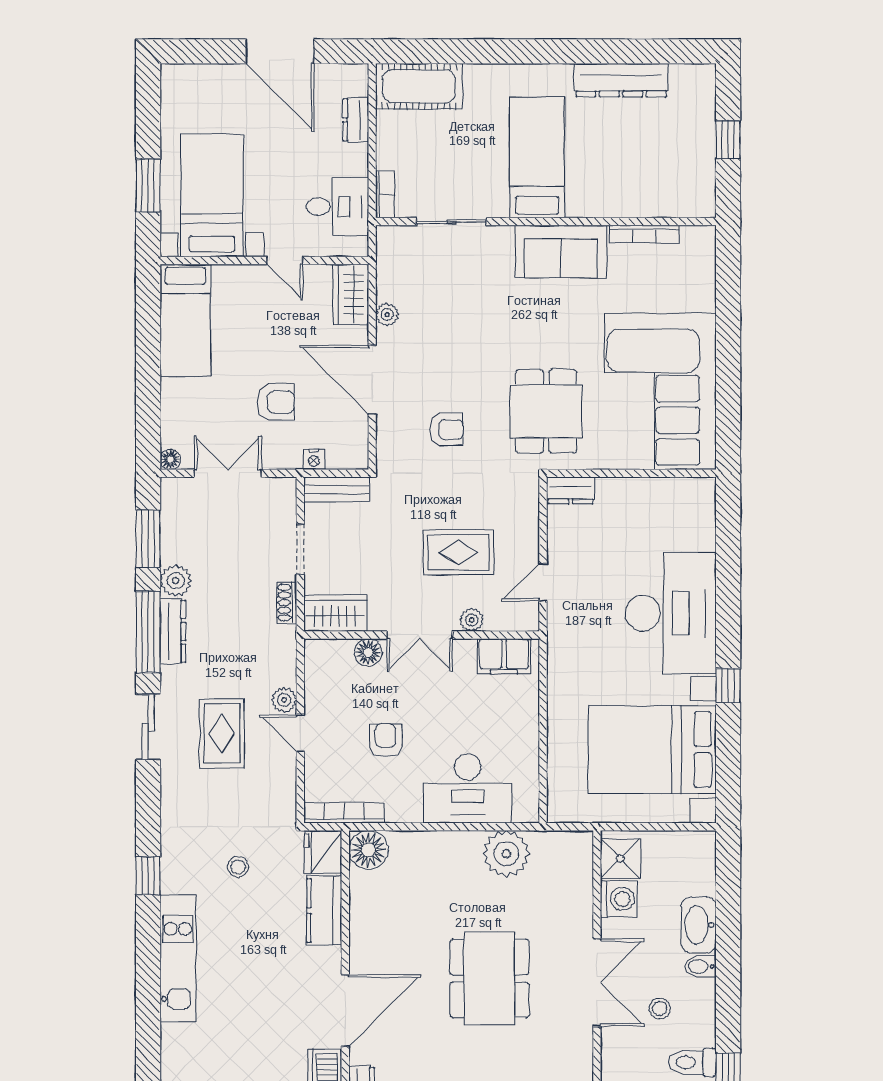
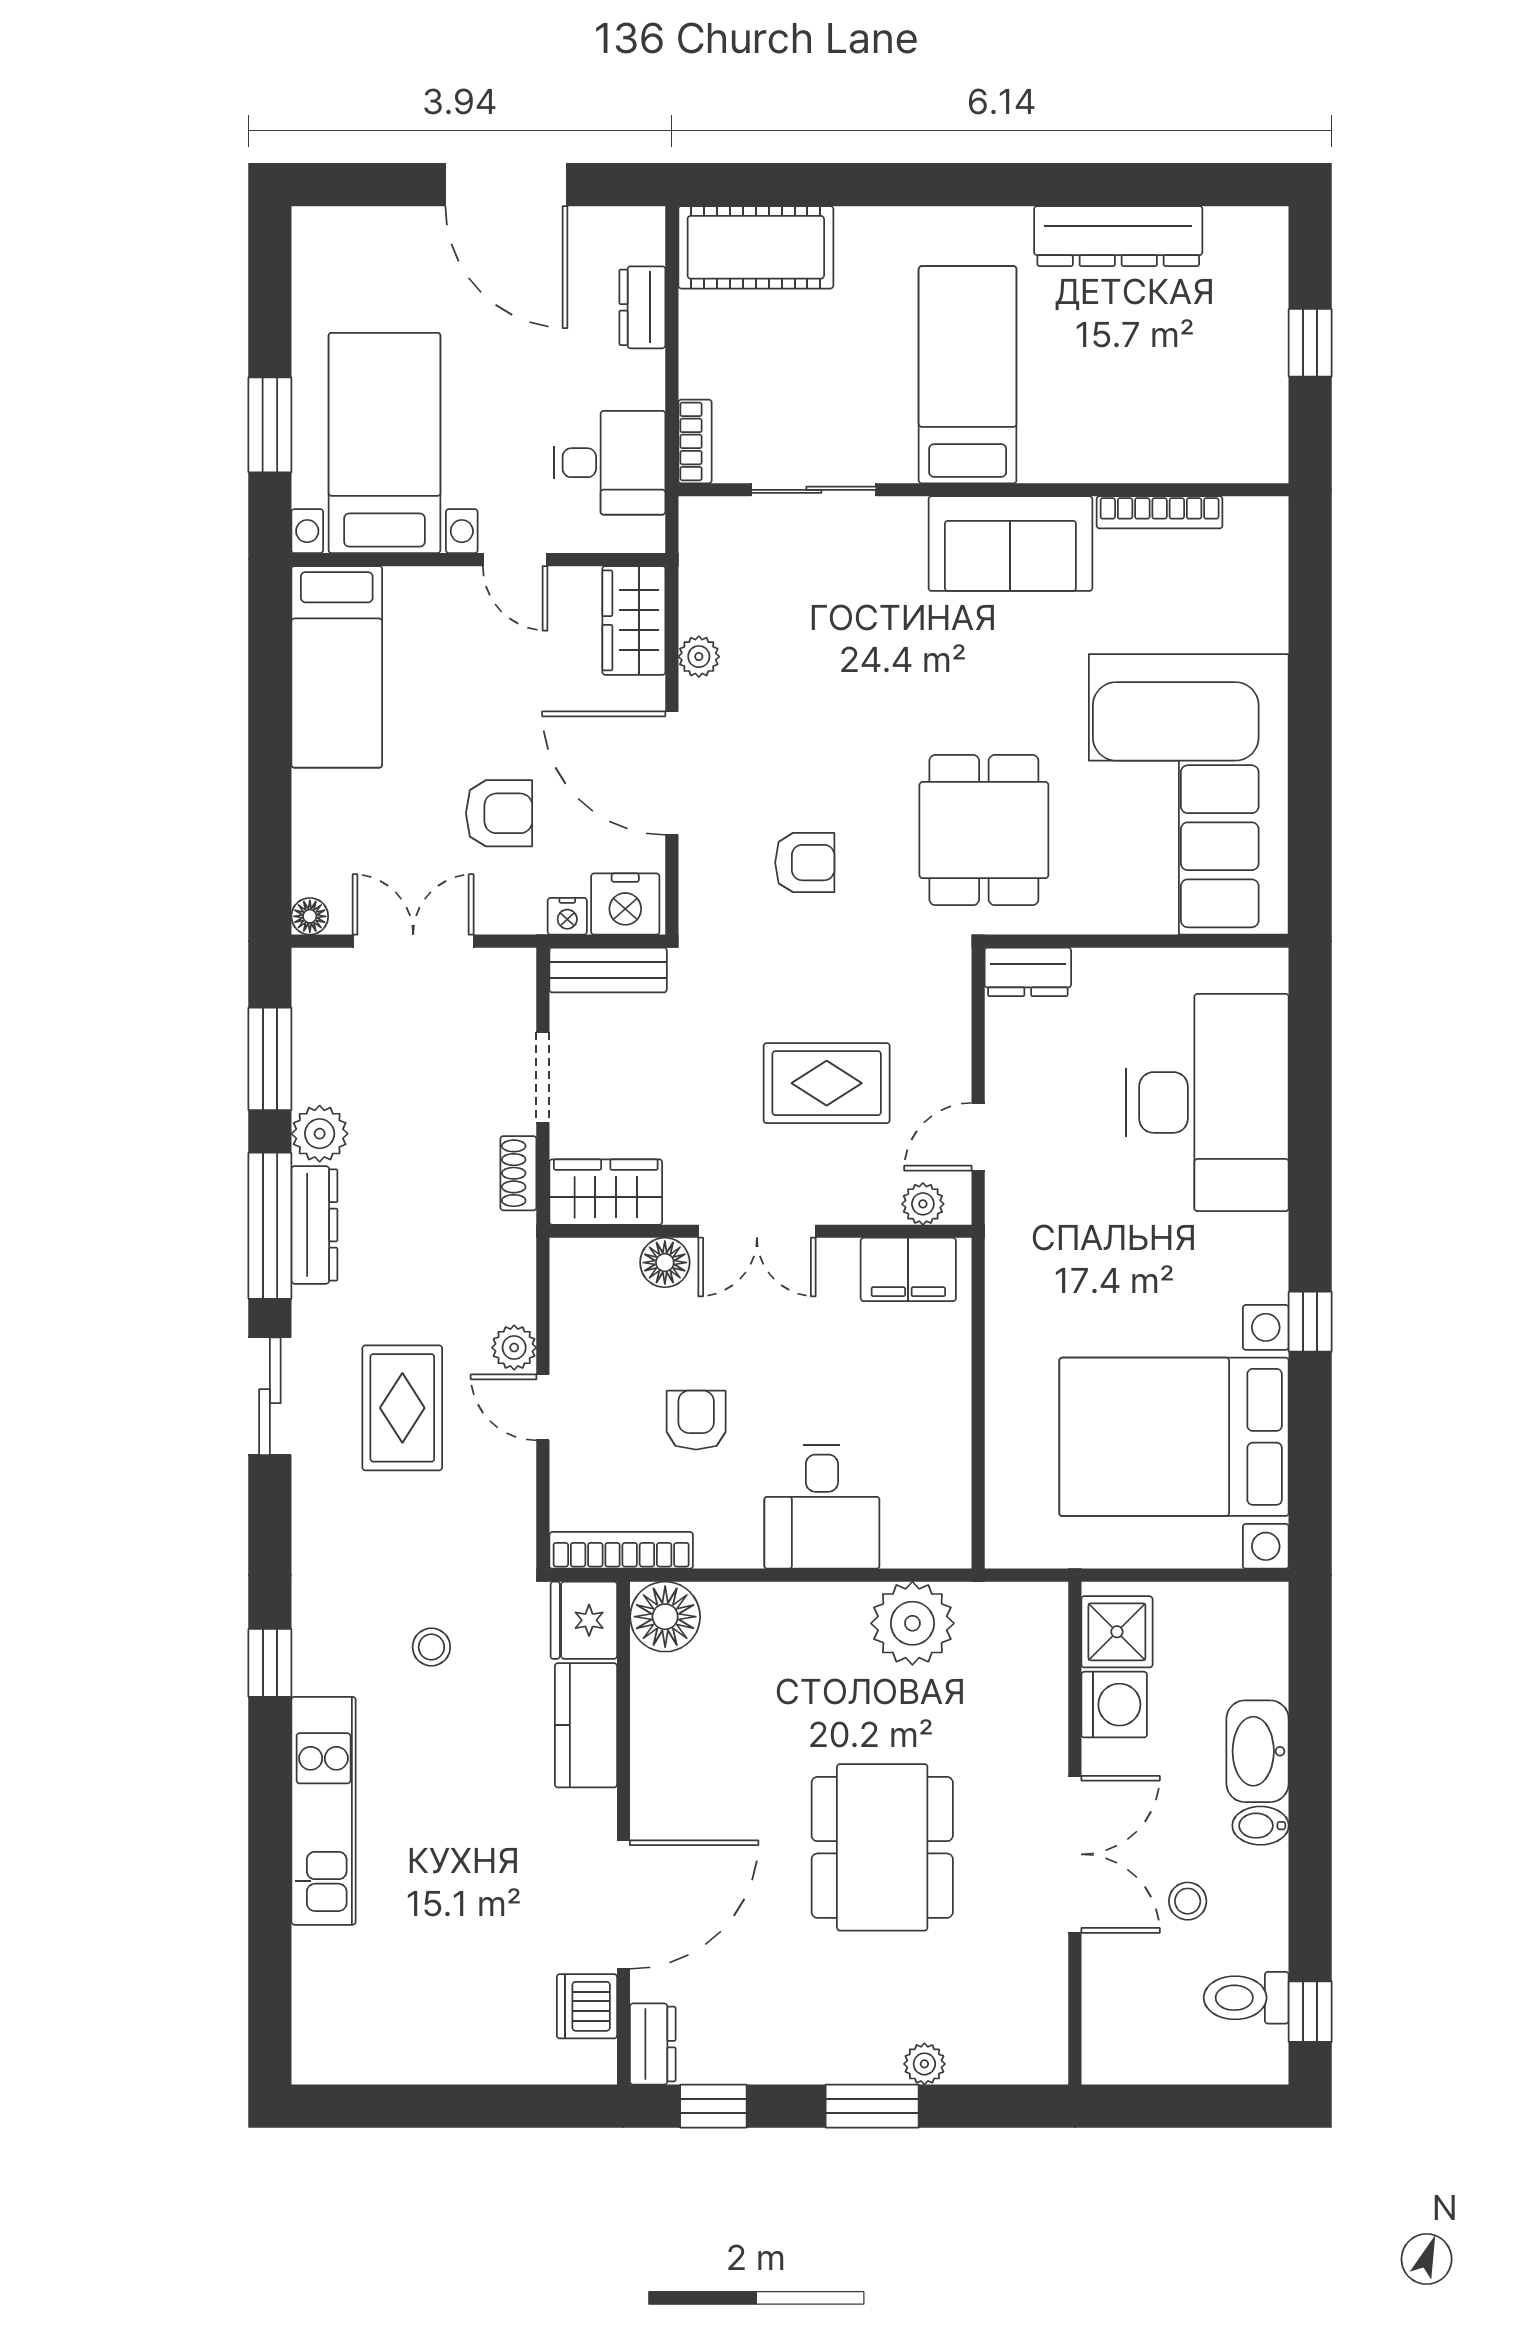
nightstand: (346, 453) -> (625, 904), added
desk: (671, 613) -> (1207, 1102), moved
plant: (472, 620) -> (923, 1204), moved
desk: (468, 789) -> (822, 1507), width x0.73

